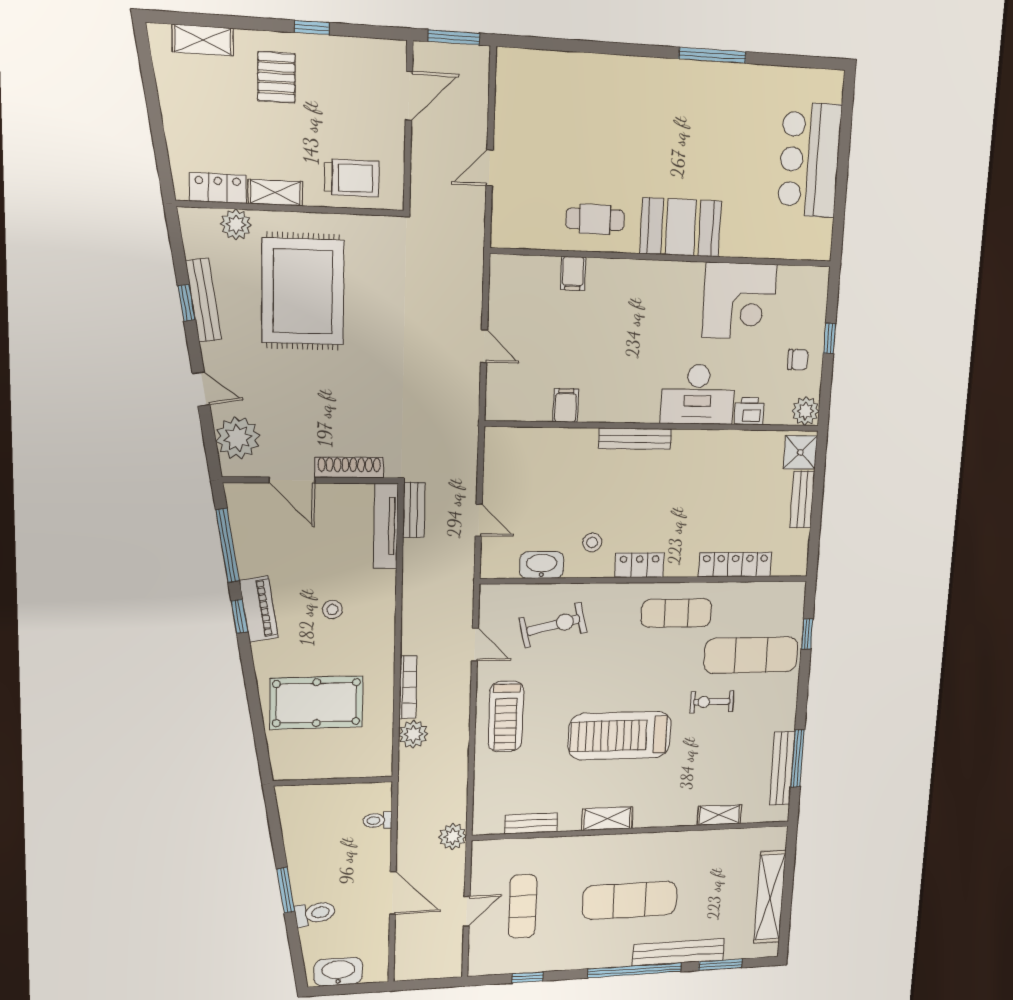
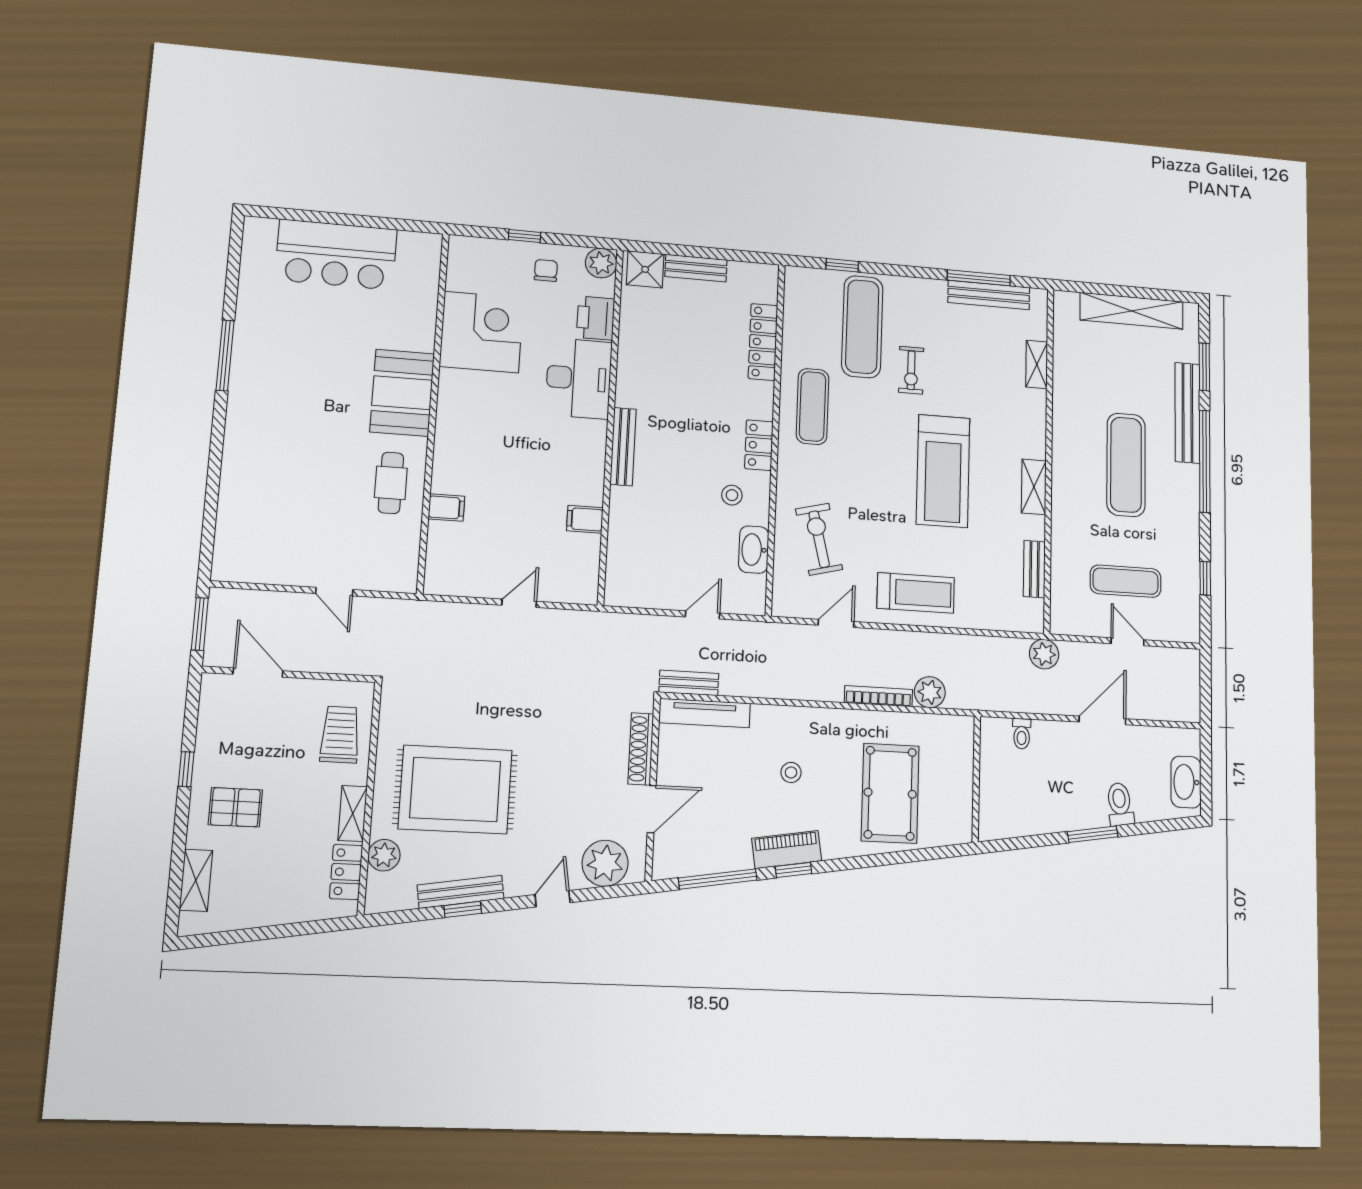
printer: (749, 411) -> (596, 318), width x1.36, depth x1.24

